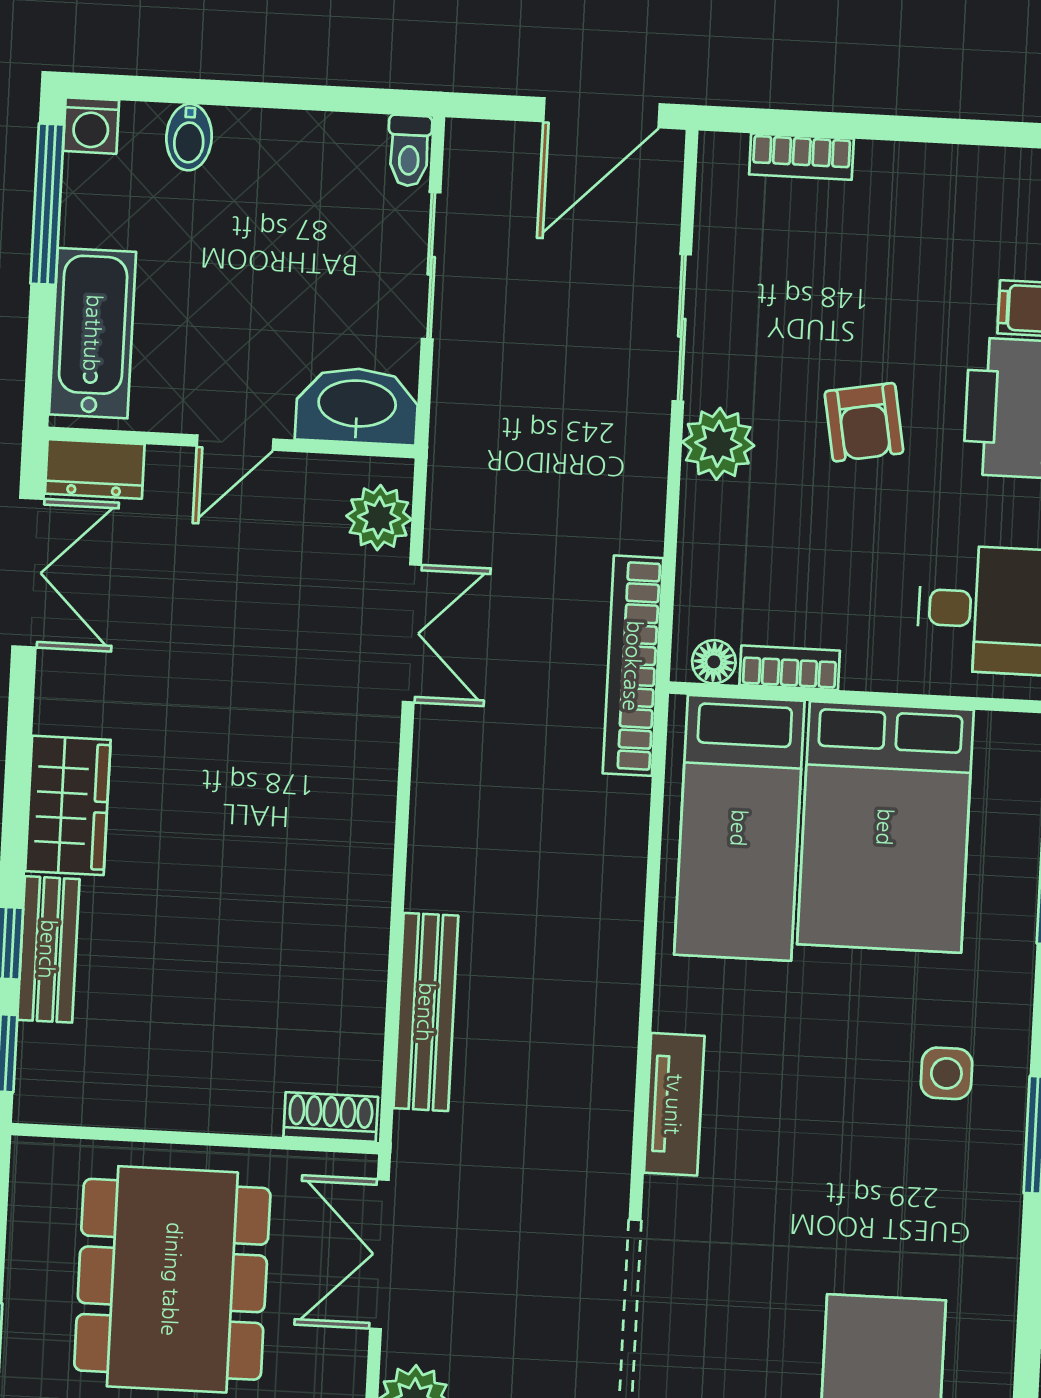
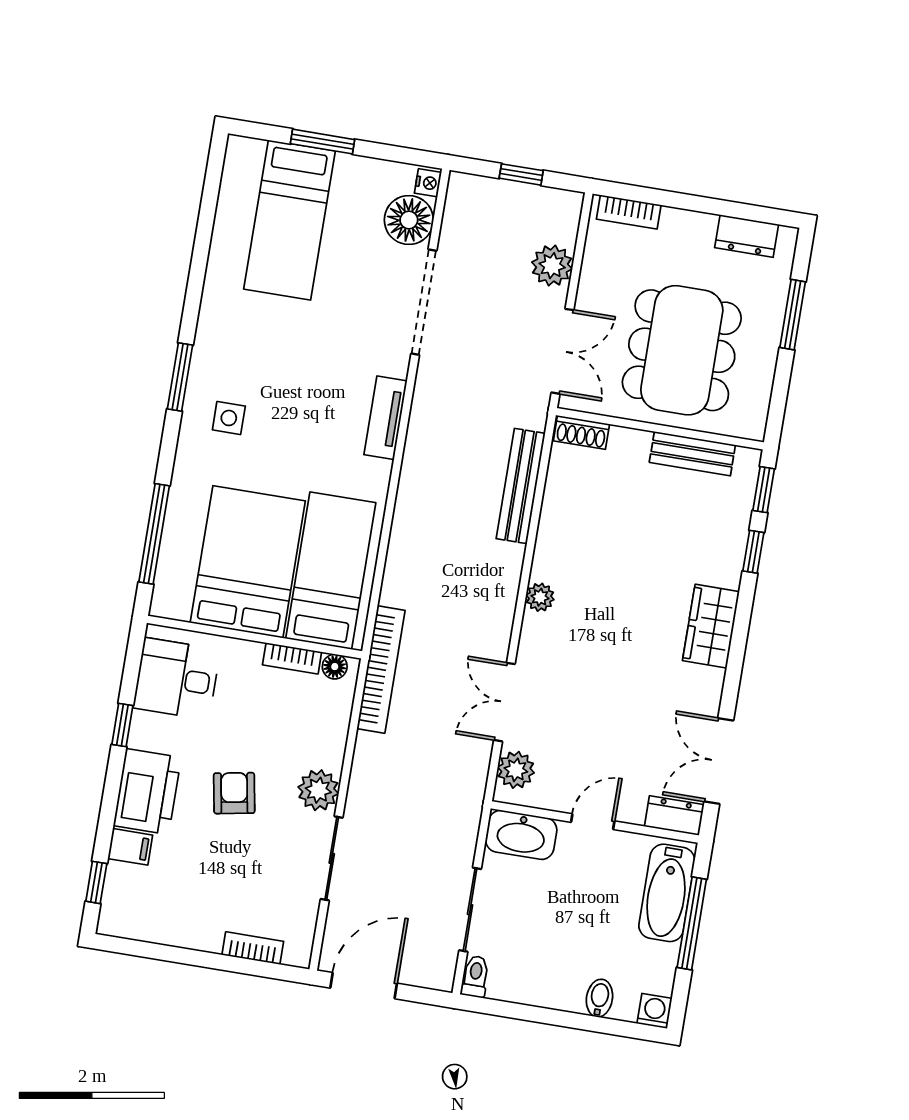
window: (47, 204) -> (692, 923), moved
plant: (371, 822) -> (540, 597), added
bench: (48, 949) -> (692, 454), moved, turned 90

